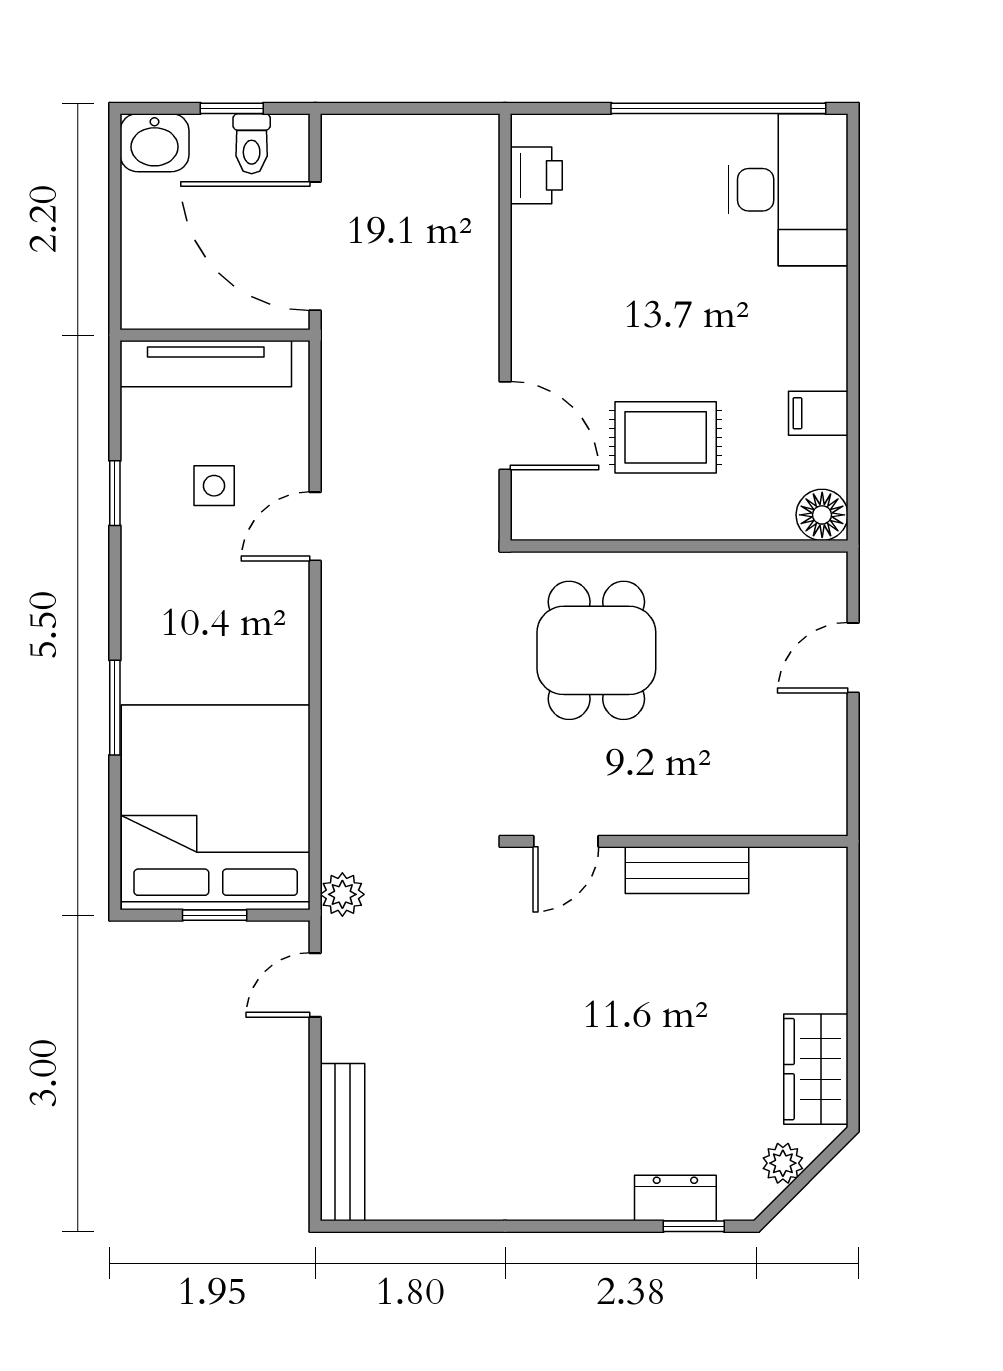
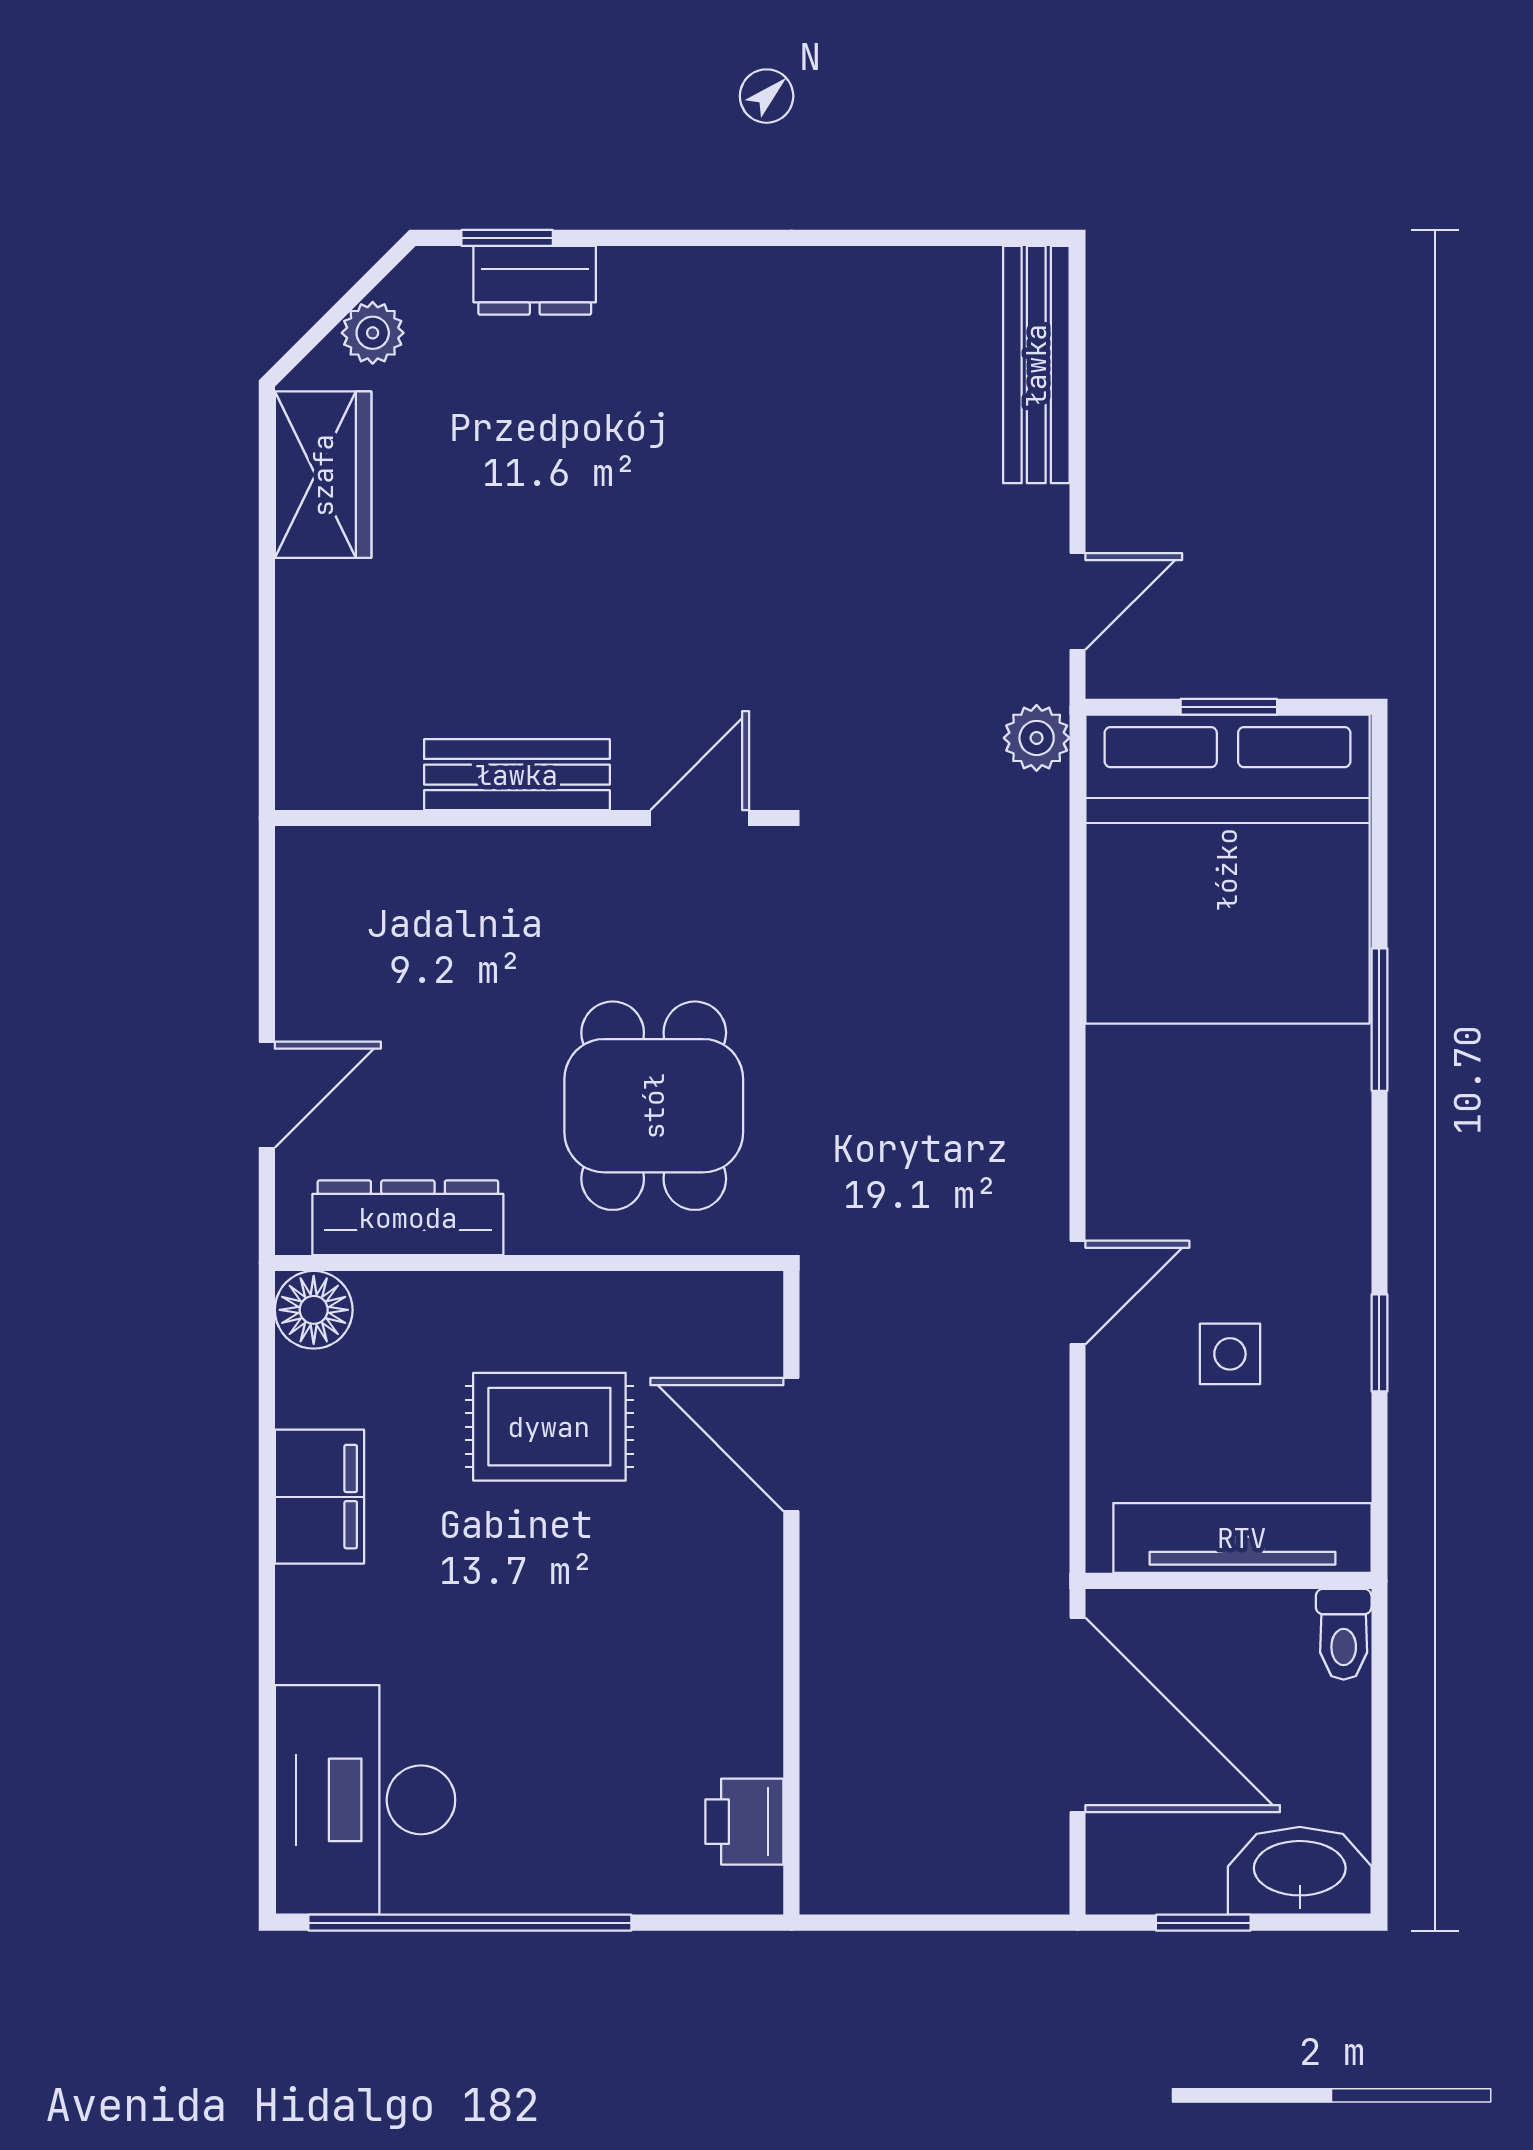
washbasin: (155, 143) -> (1300, 1871), width x1.38
toilet: (252, 144) -> (1344, 1634), moved, turned 180
filing cabinet: (818, 413) -> (319, 1497), width x2.00
dresser: (760, 576) -> (408, 1218), added

